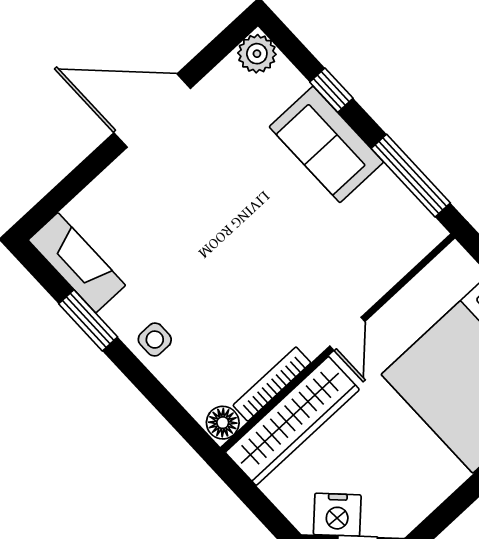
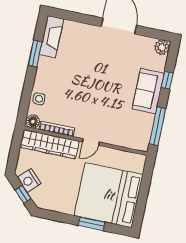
side table: (155, 340) -> (39, 99), moved

